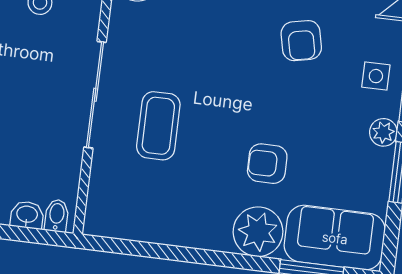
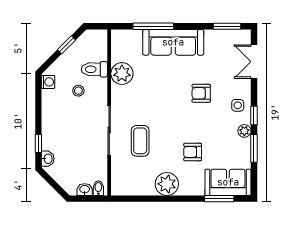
armchair: (301, 41) -> (201, 93), turned 102
plant: (258, 232) -> (167, 184), moved

